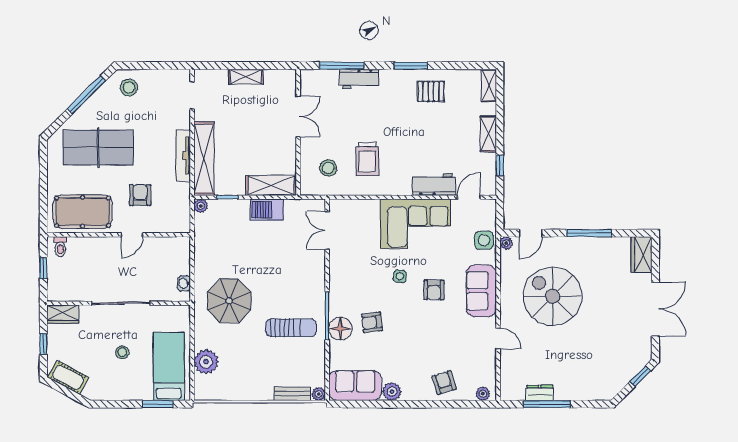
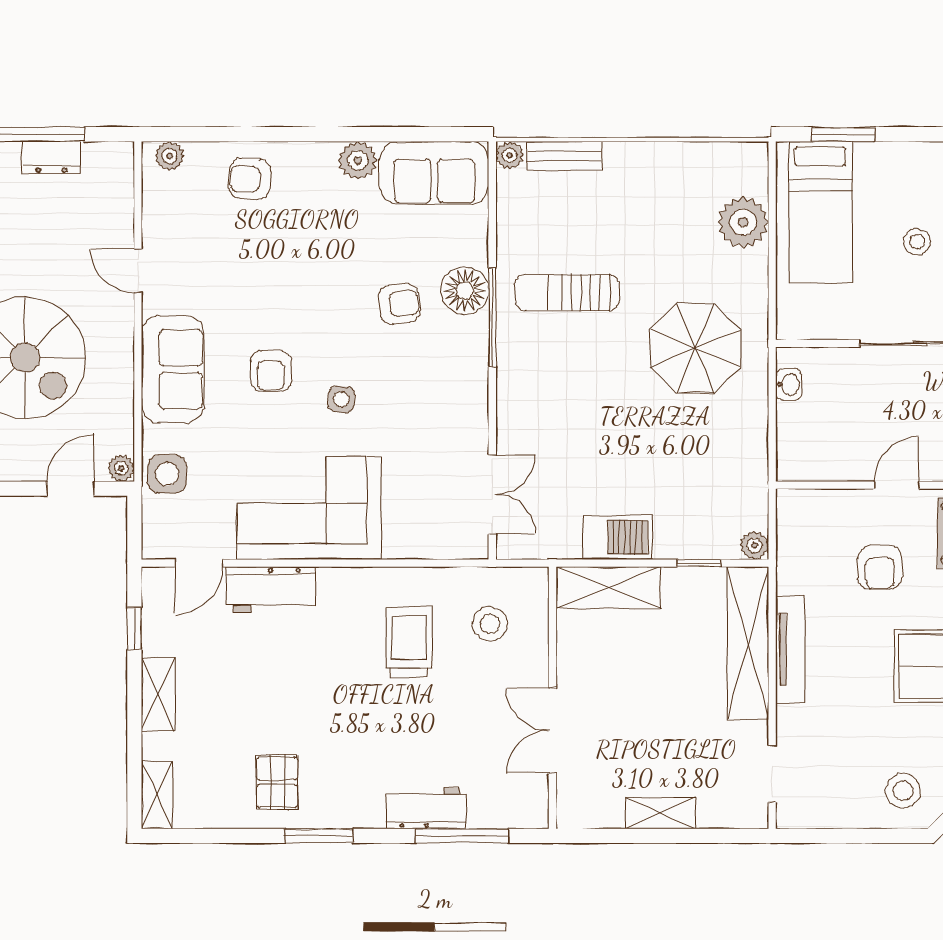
pallet: (431, 91) -> (277, 782), turned 90
armchair: (434, 290) -> (271, 371), turned 180
armchair: (444, 382) -> (250, 179), turned 111

